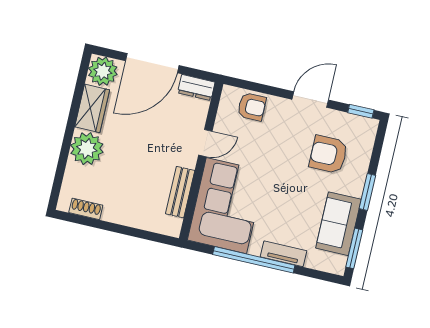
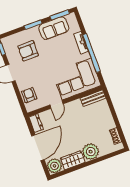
door: (152, 63) -> (38, 148), hinge flipped
door: (205, 143) -> (57, 104), swing flipped
armchair: (328, 154) -> (28, 51), turned 90
bench: (180, 192) -> (93, 98), moved

